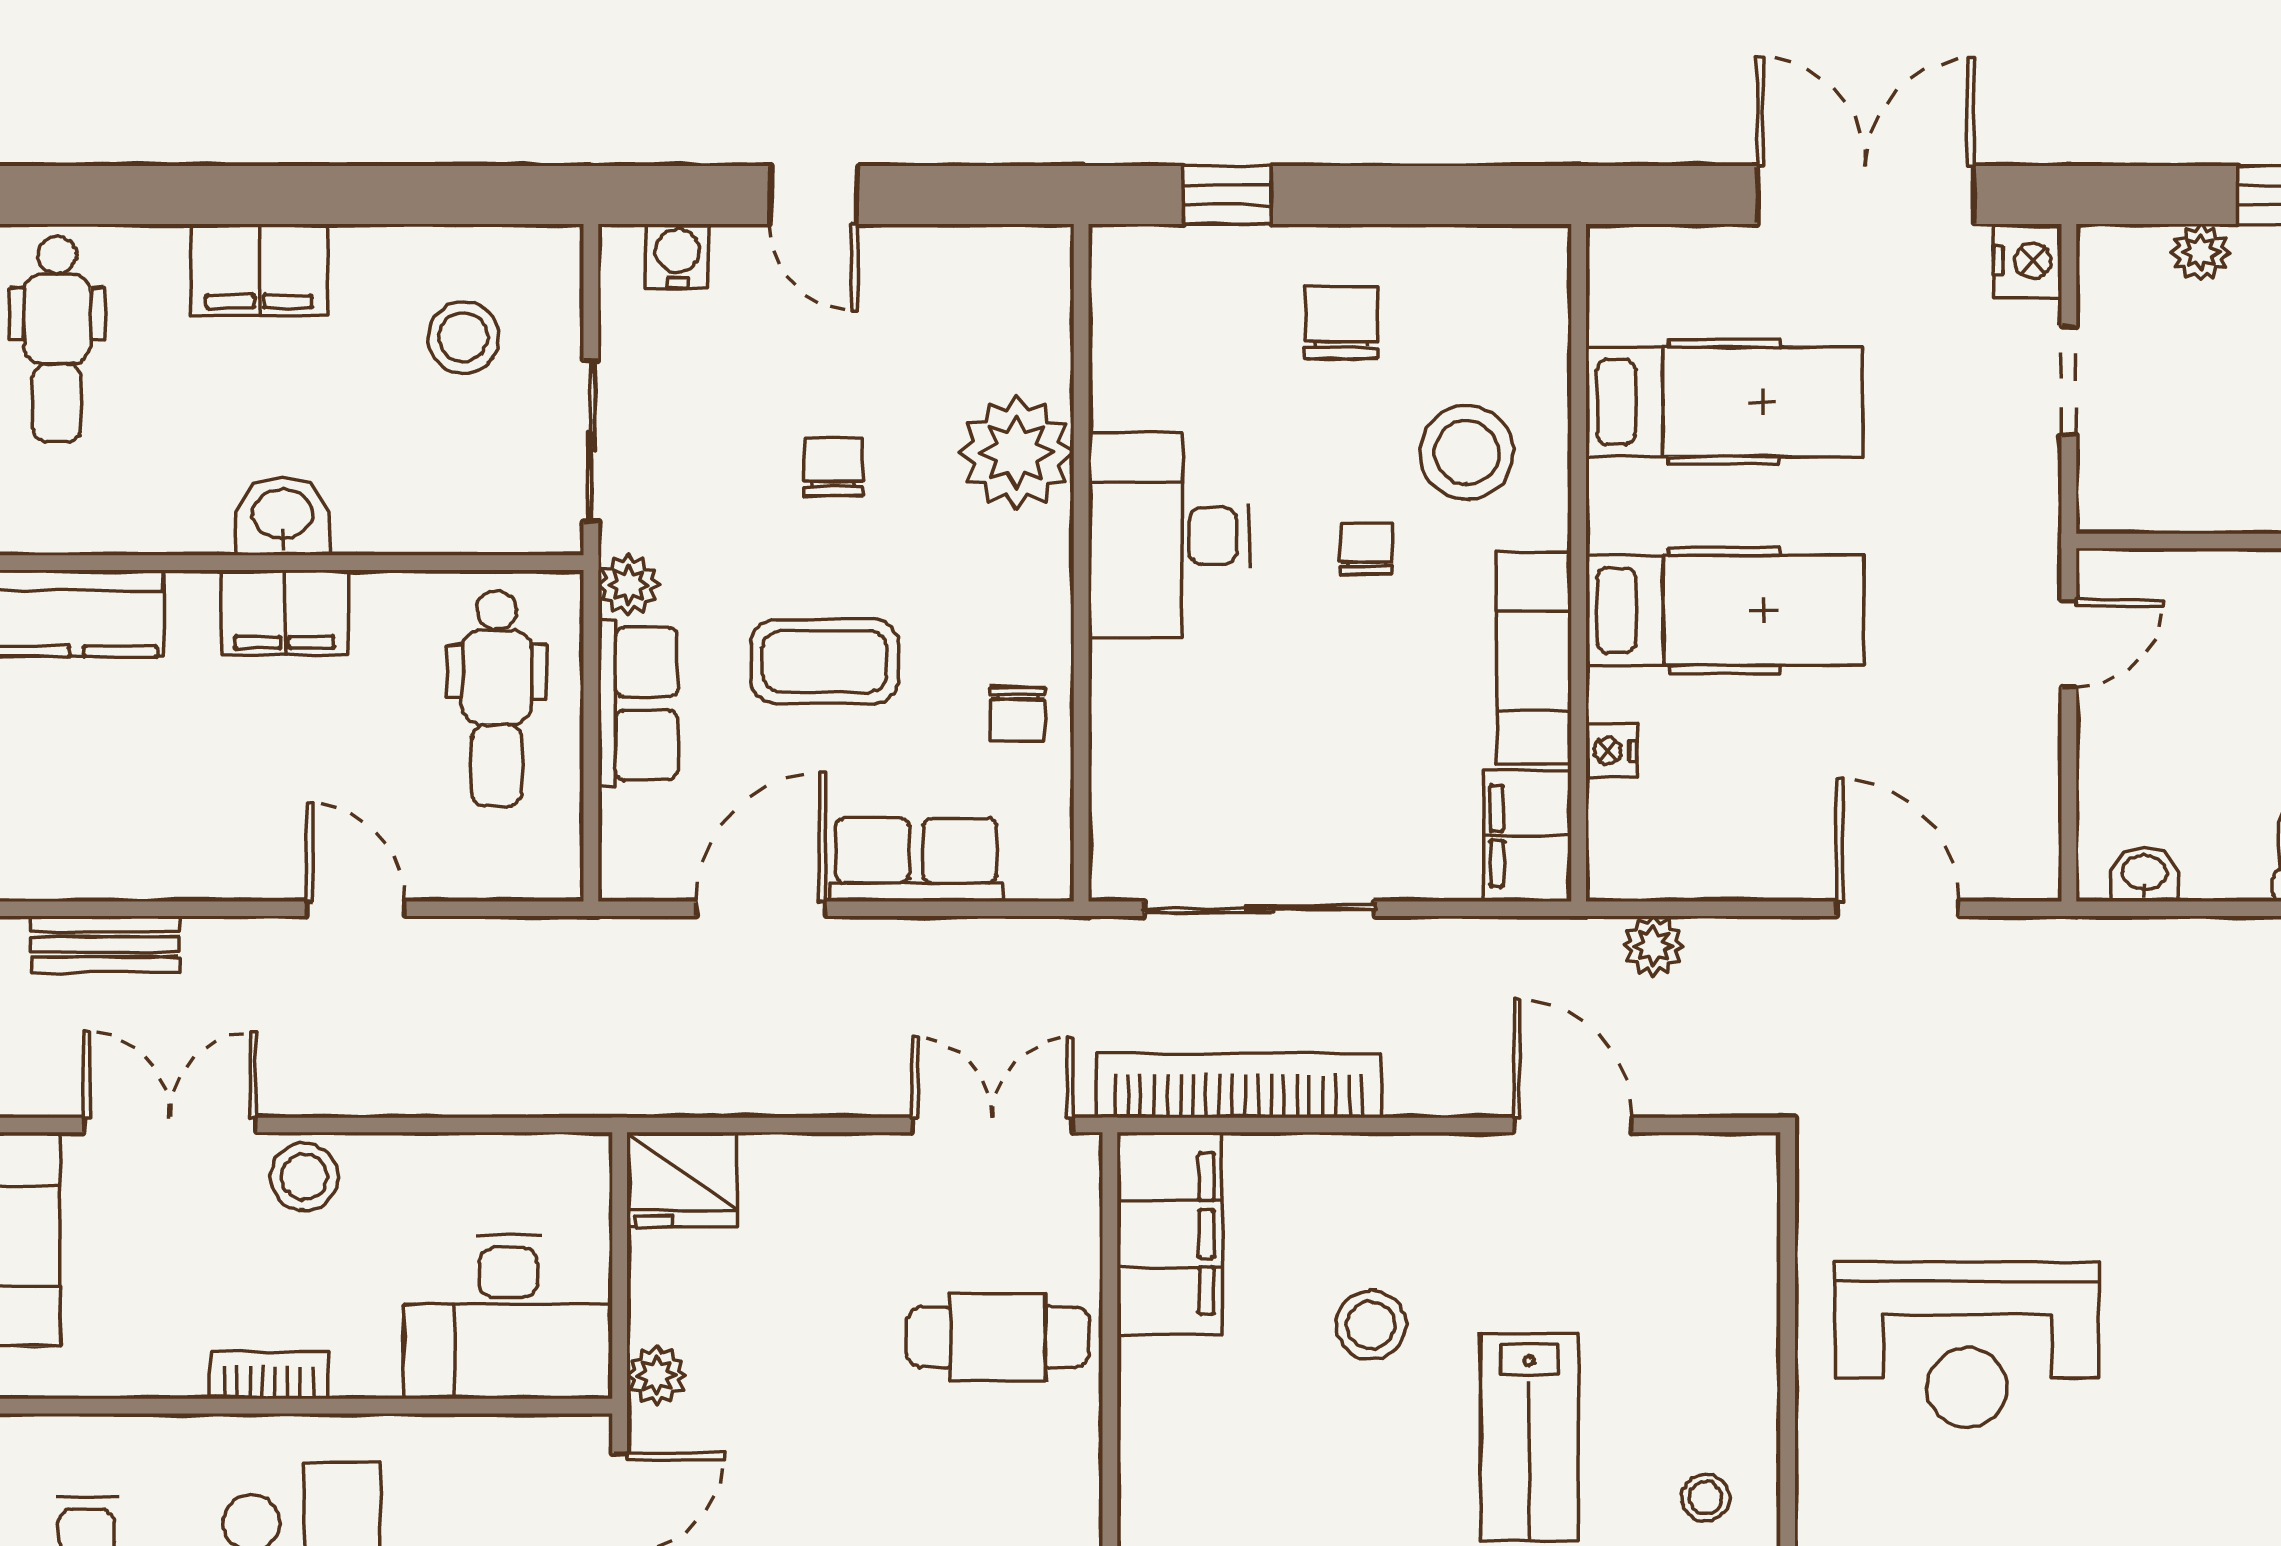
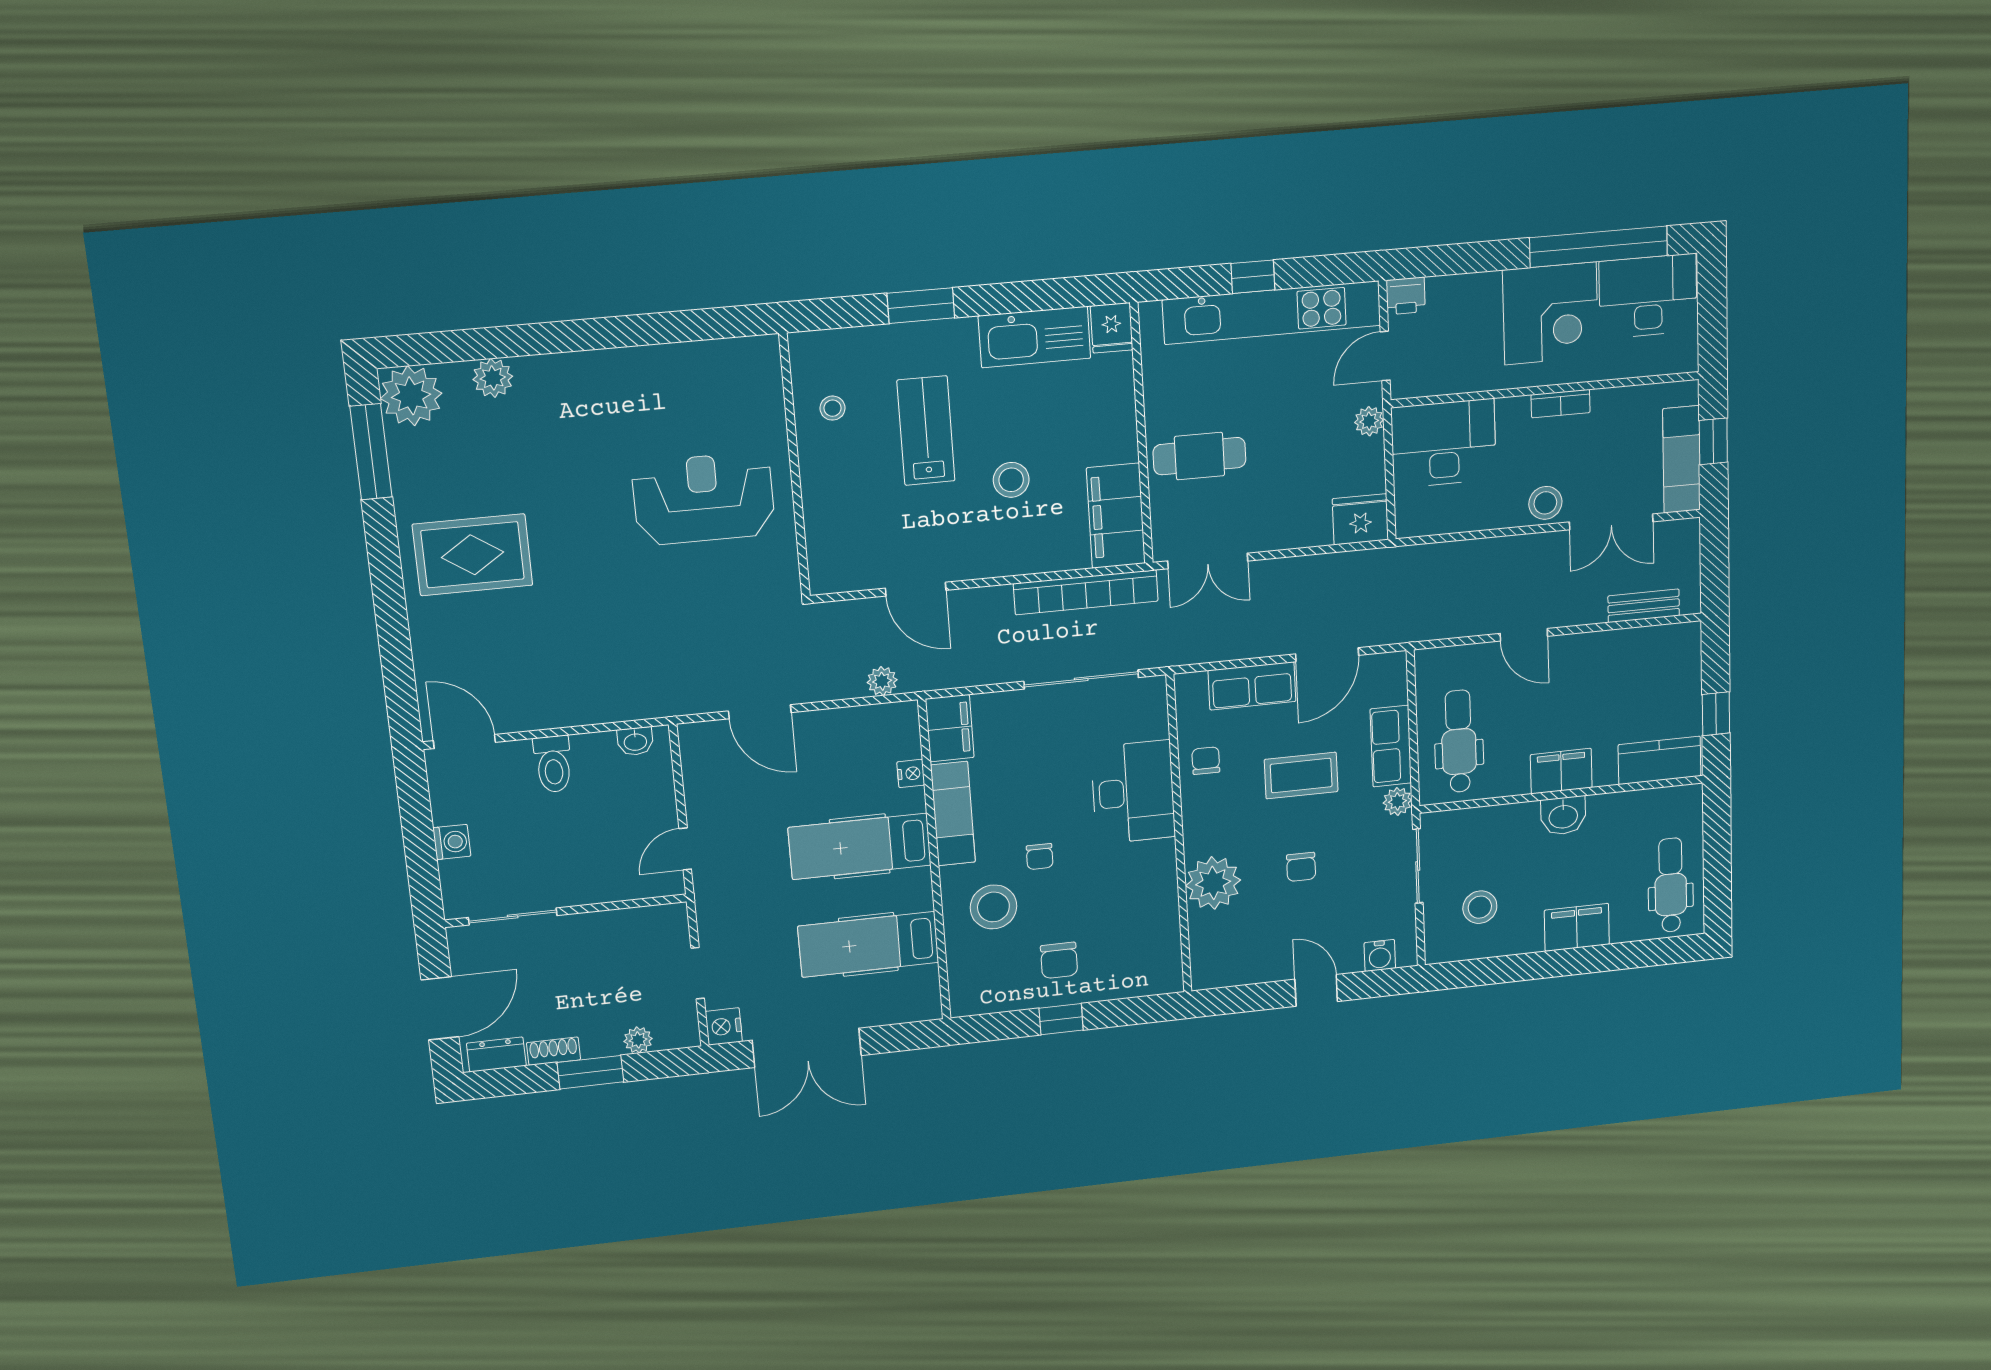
window: (1227, 195) -> (1061, 1019), moved
desk: (1169, 536) -> (1133, 792), moved

